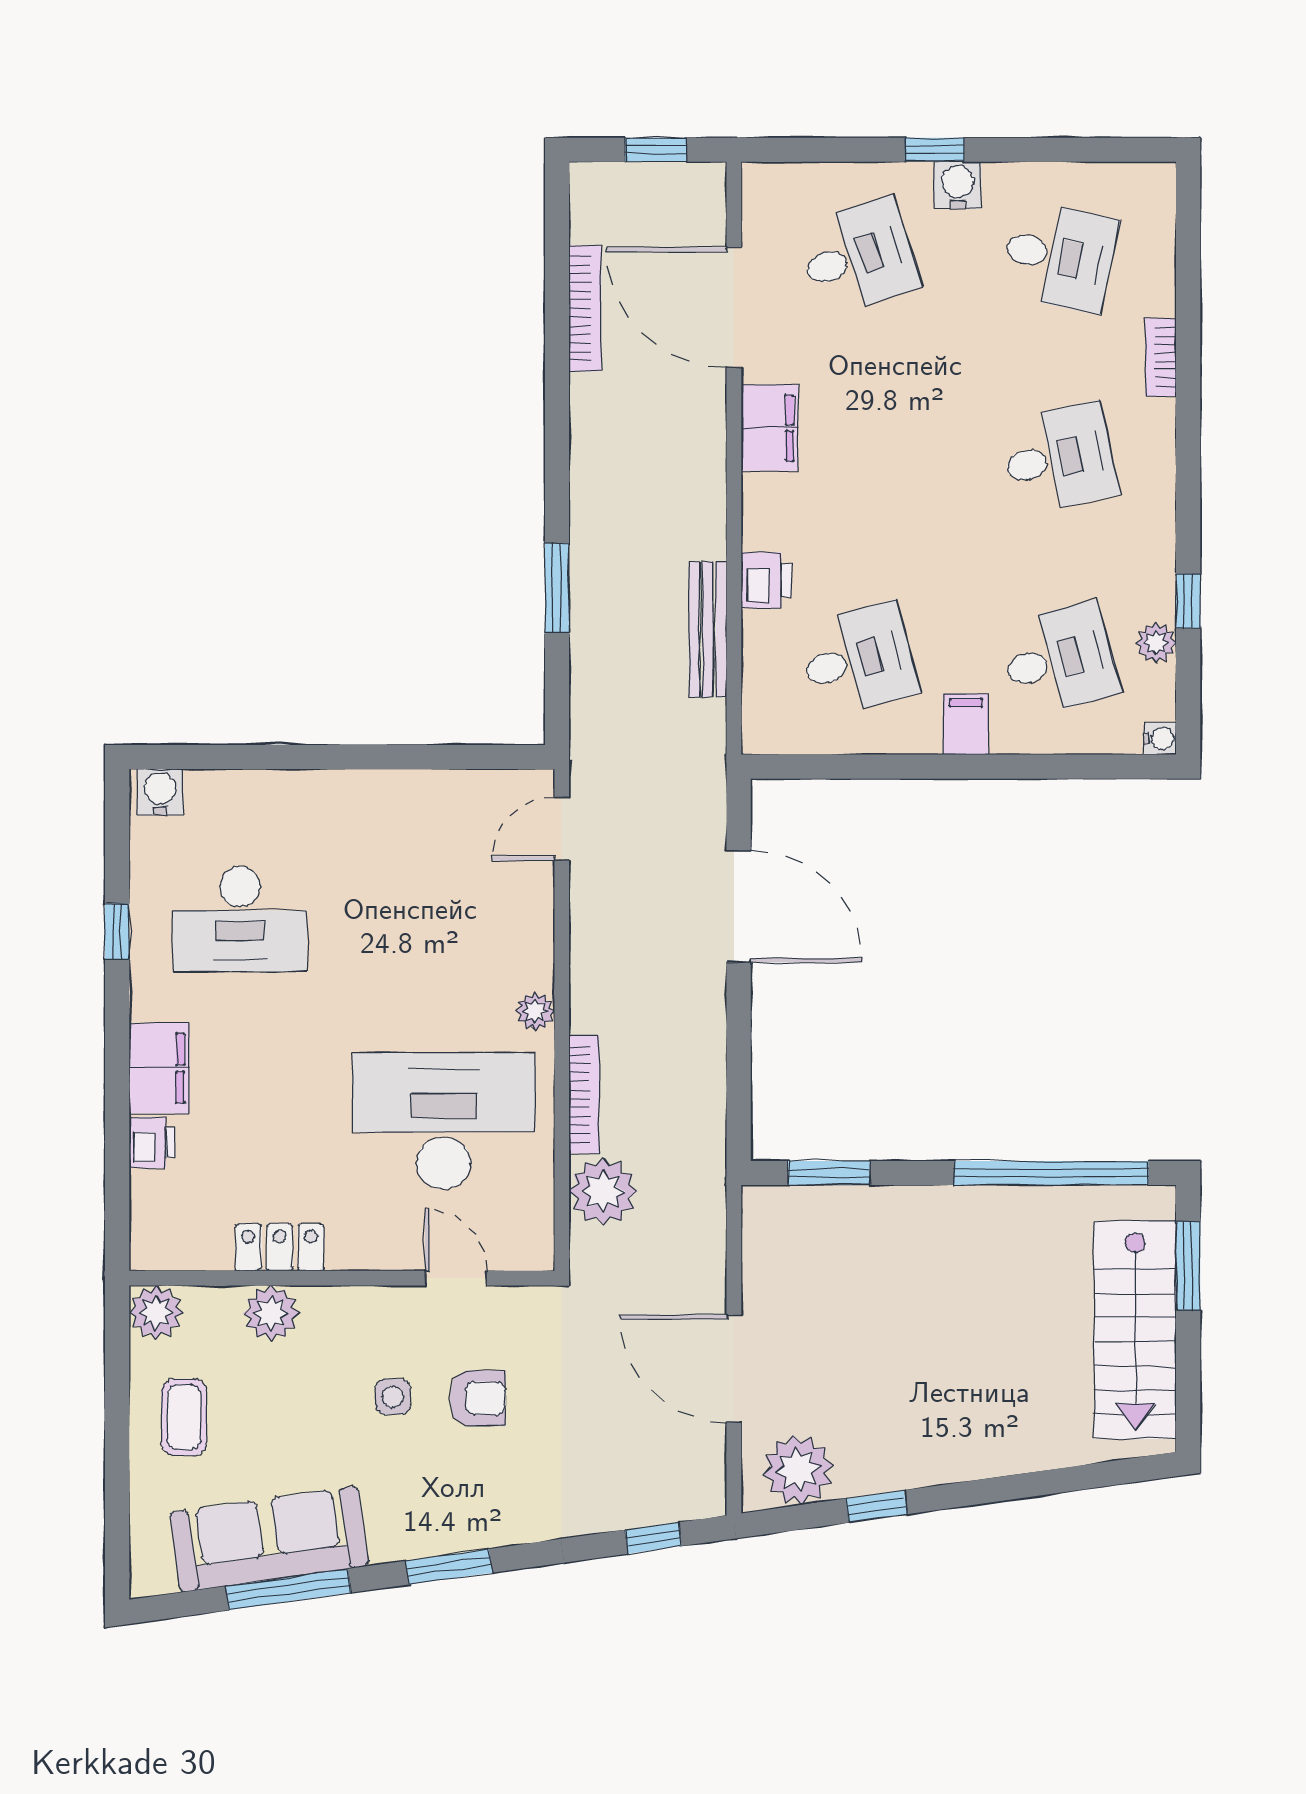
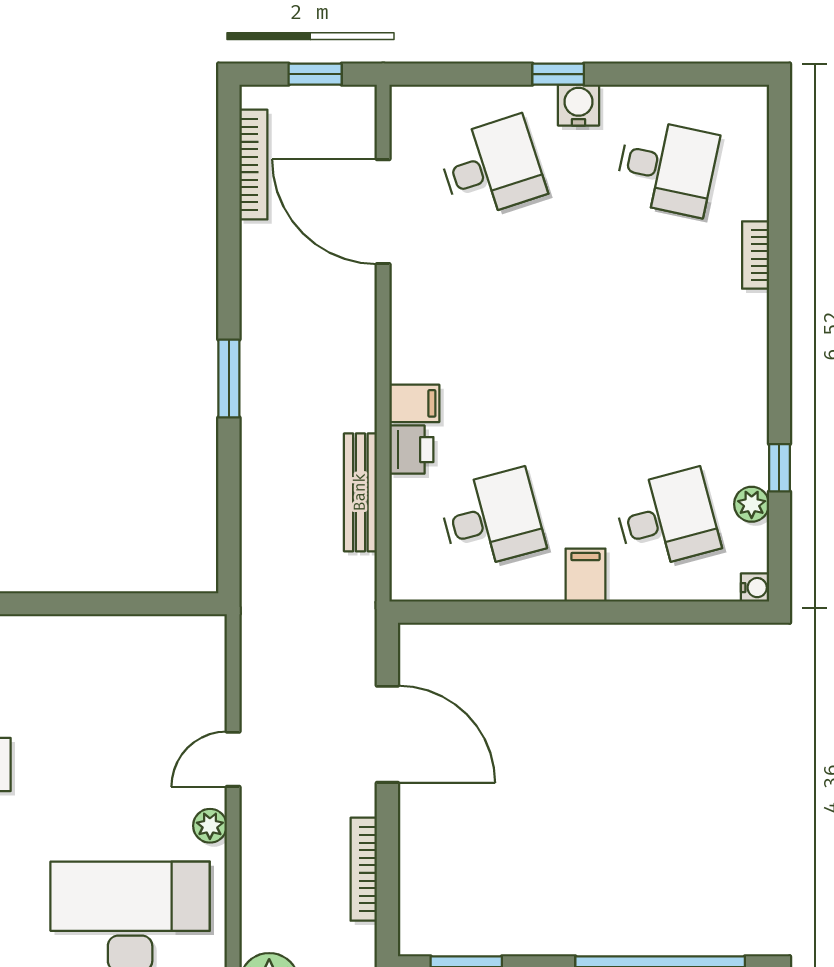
bookcase: (585, 308) -> (253, 165), moved
filing cabinet: (770, 428) -> (414, 403), moved, width x0.50
desk: (1059, 458) -> (667, 343), removed
window: (557, 588) -> (229, 379), moved
door: (562, 829) -> (233, 759), moved
bookcase: (584, 1094) -> (364, 869), moved, turned 180

